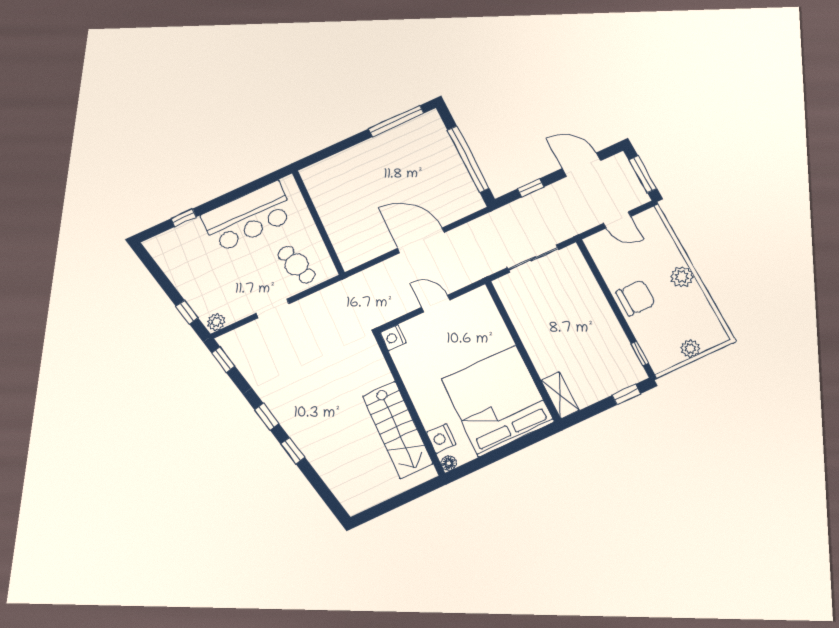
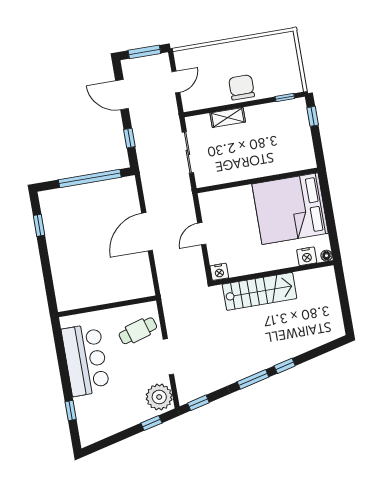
window: (396, 121) -> (39, 225), width x0.46
door: (581, 165) -> (122, 95), hinge flipped
plant: (682, 277) -> (235, 49), removed
doorway: (273, 308) -> (168, 357), width x1.38
plant: (216, 322) -> (159, 397), width x1.87, depth x1.87
plant: (690, 349) -> (292, 61), removed
shelving: (560, 395) -> (228, 117), moved
window: (267, 417) -> (253, 379), width x1.50
stairs: (397, 430) -> (260, 291), moved

